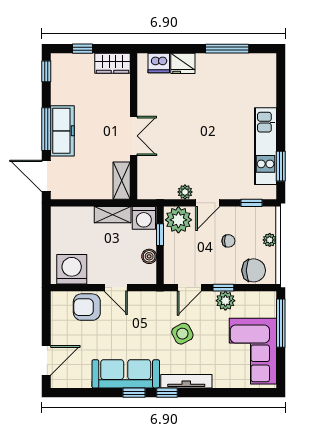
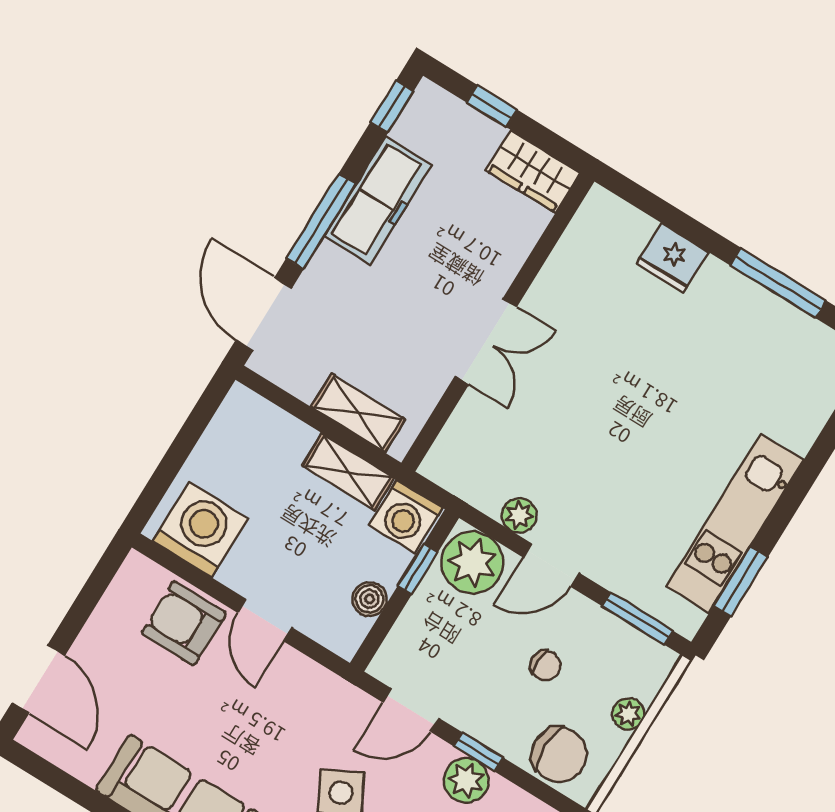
dishwasher: (159, 63) -> (625, 228), removed
freezer: (62, 131) -> (378, 200), moved
shelving: (122, 181) -> (358, 413), moved, turned 90
window: (252, 203) -> (638, 618), width x1.50
door: (46, 360) -> (38, 679), hinge flipped

